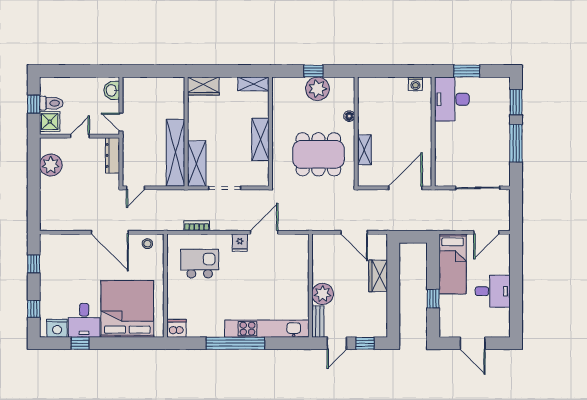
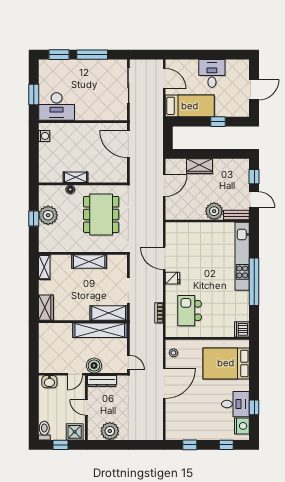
toilet: (51, 103) -> (44, 431), moved
boiler: (132, 145) -> (94, 366), added
shelving: (364, 150) -> (75, 177), moved
bed: (127, 309) -> (226, 363), width x0.73

